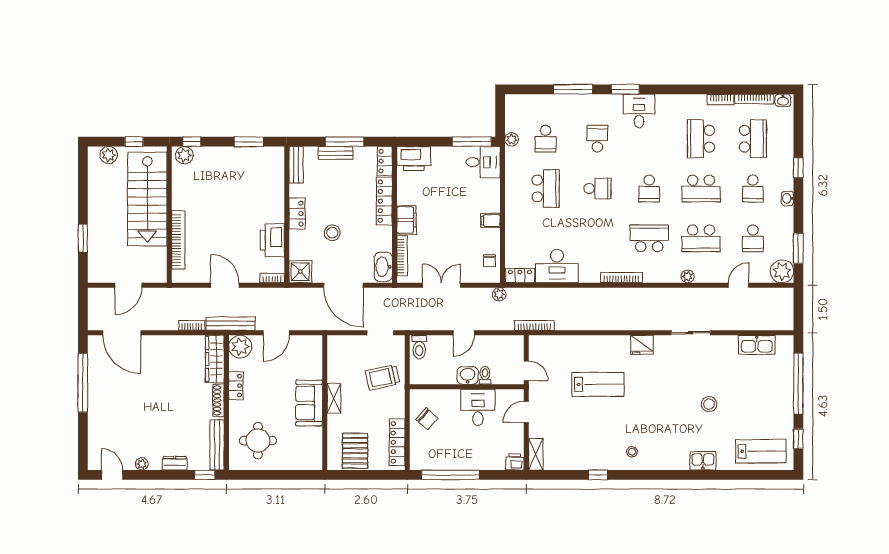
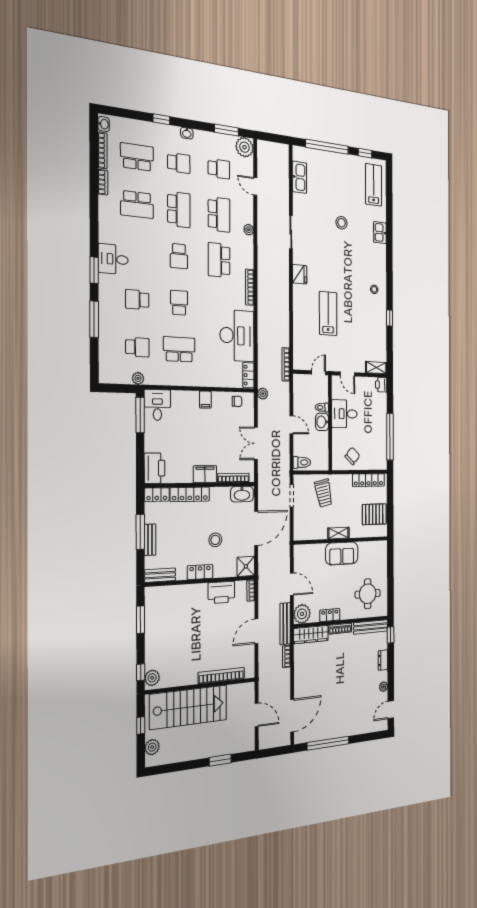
school desk: (649, 188) -> (179, 256), turned 90
desk: (557, 266) -> (237, 336), width x1.36, depth x1.30

